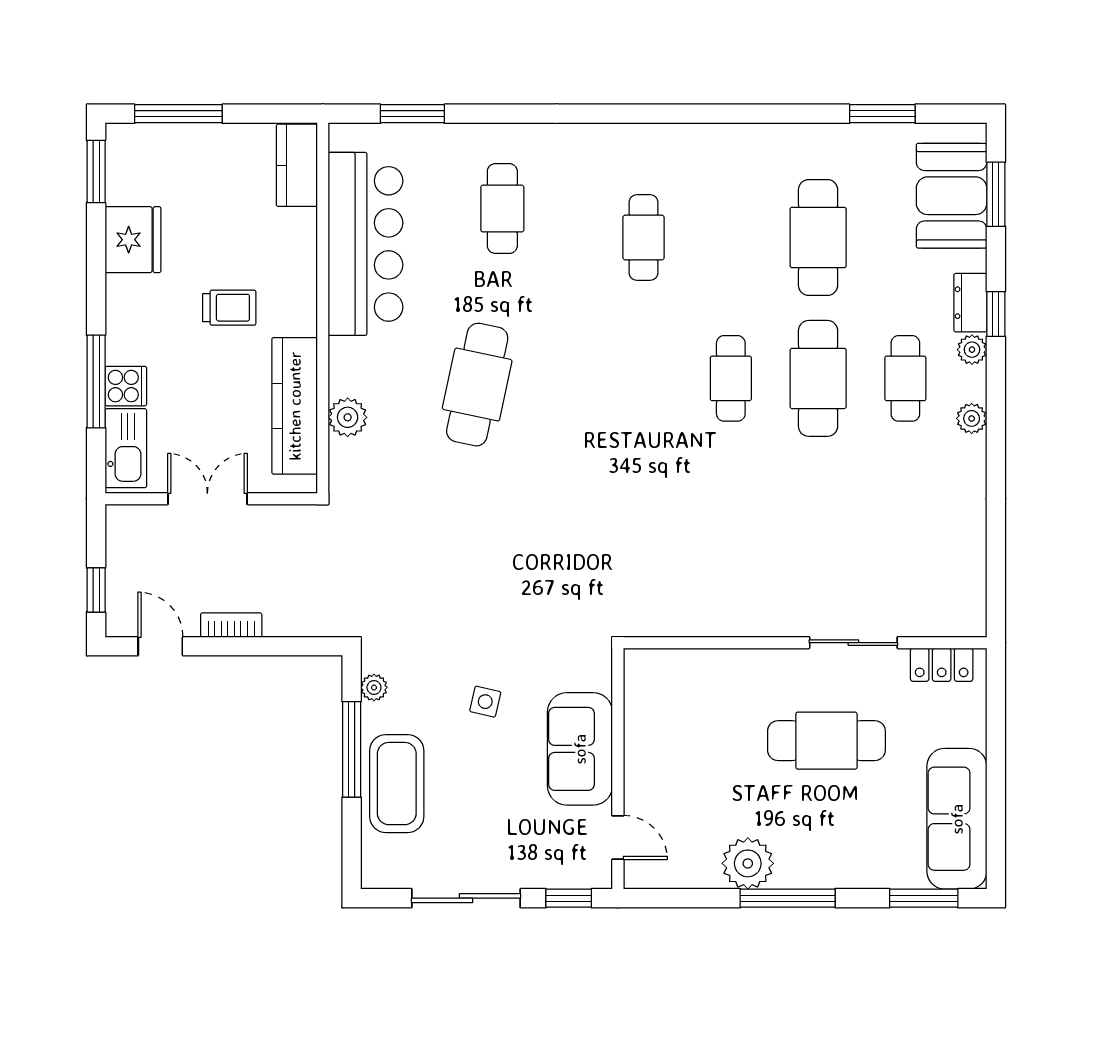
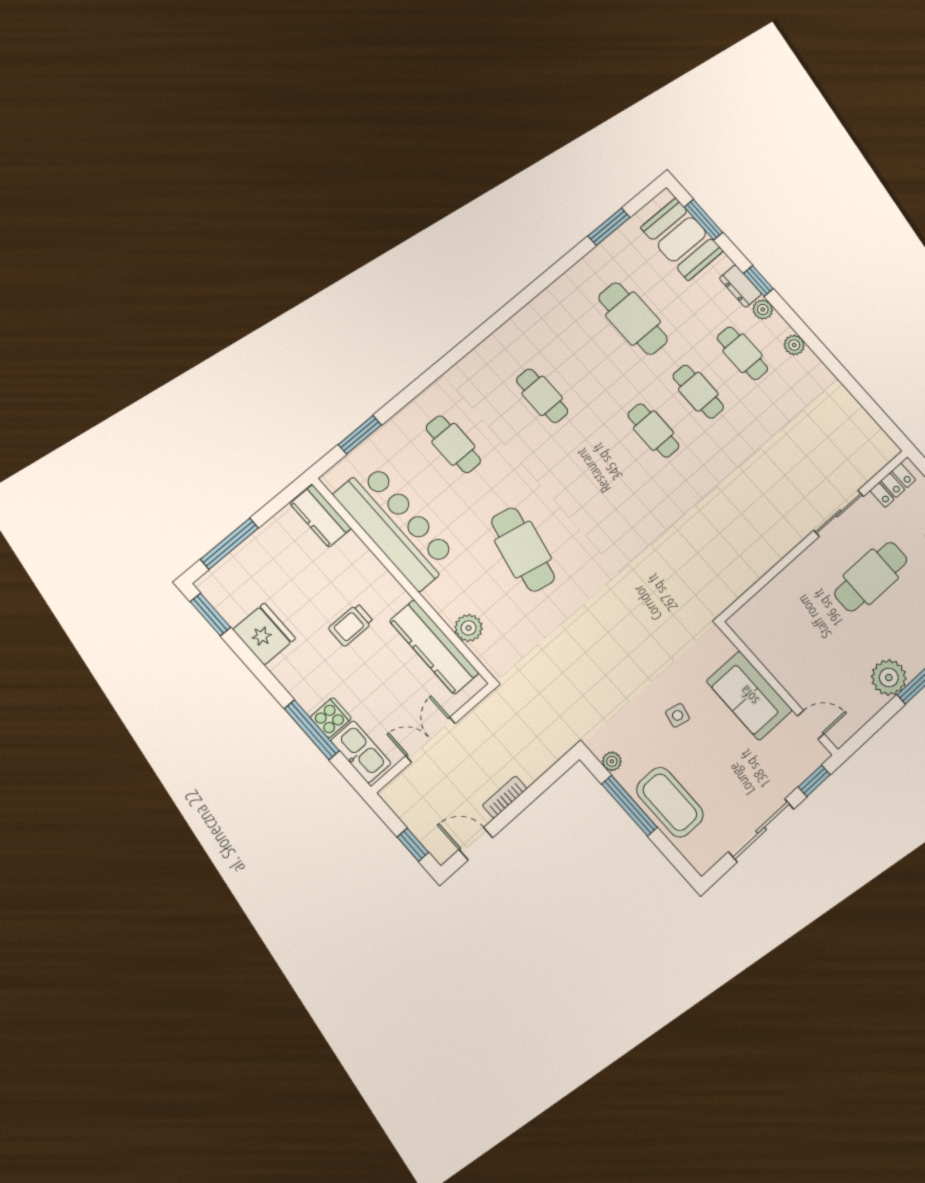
trolley: (229, 308) -> (351, 625), turned 180
cafe table: (818, 378) -> (698, 392), width x0.73, depth x0.74

